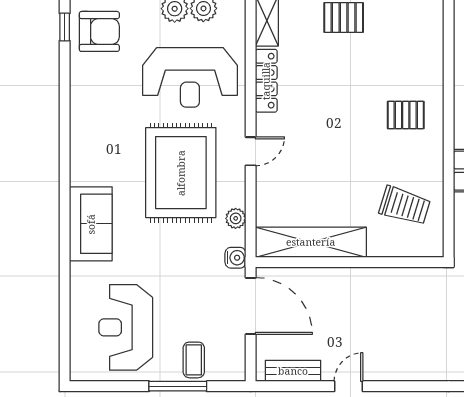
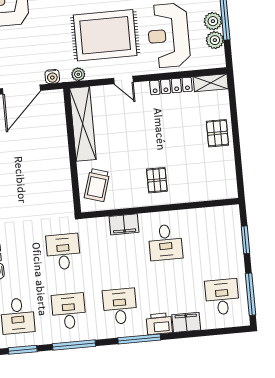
shelving: (311, 242) -> (83, 124), moved
wall: (350, 262) -> (72, 151), moved

